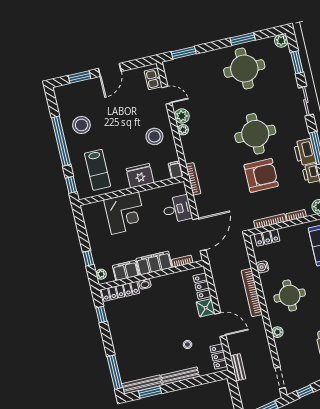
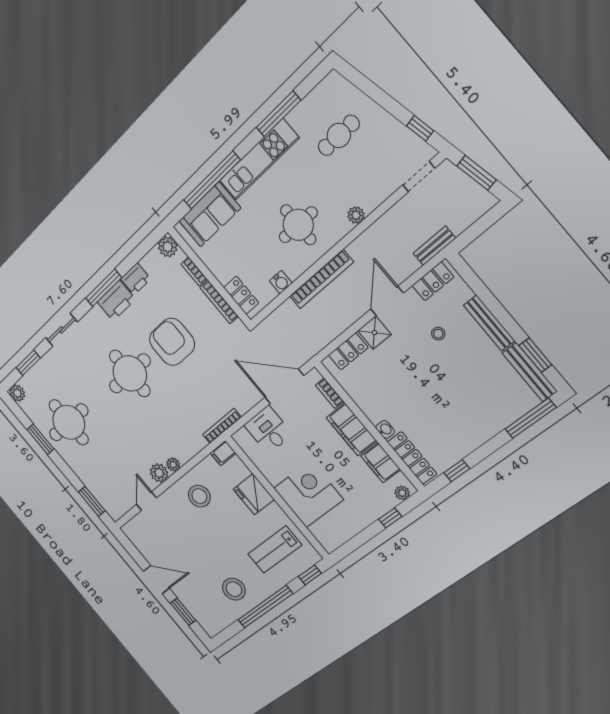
kitchen sink: (153, 79) -> (138, 525), removed
lab bench: (98, 170) -> (275, 550), turned 180

